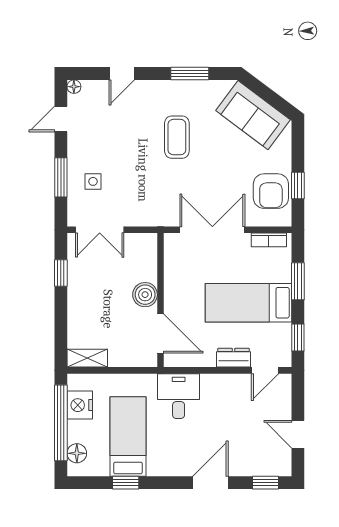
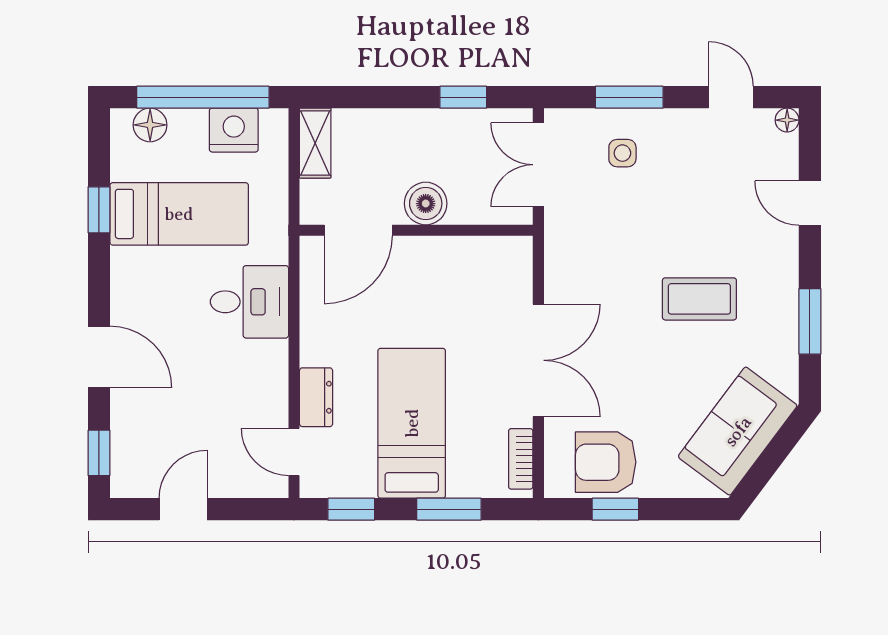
boiler: (145, 295) -> (426, 204), moved
wall: (160, 300) -> (416, 230), moved
door: (160, 333) -> (358, 230), moved

